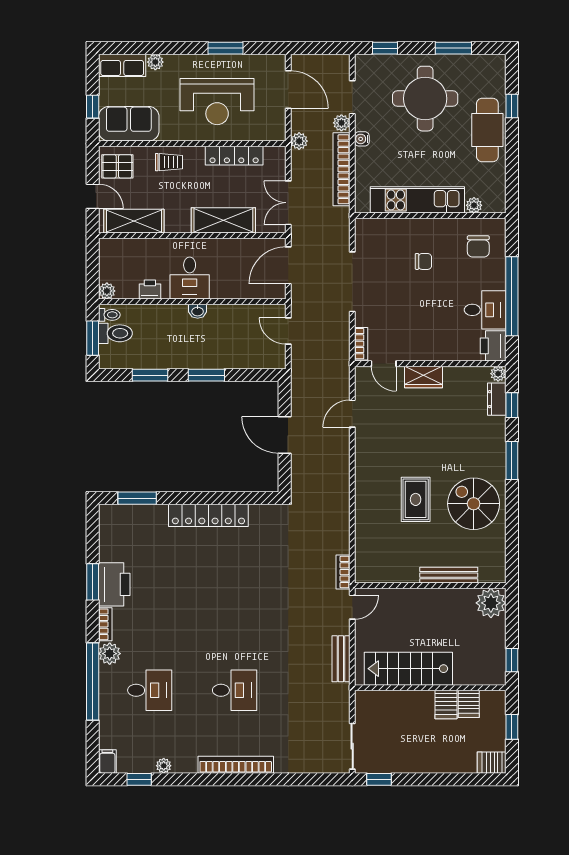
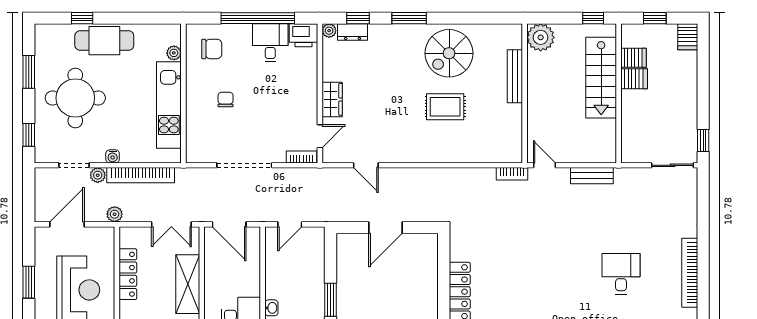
stairs: (408, 669) -> (601, 78), moved

